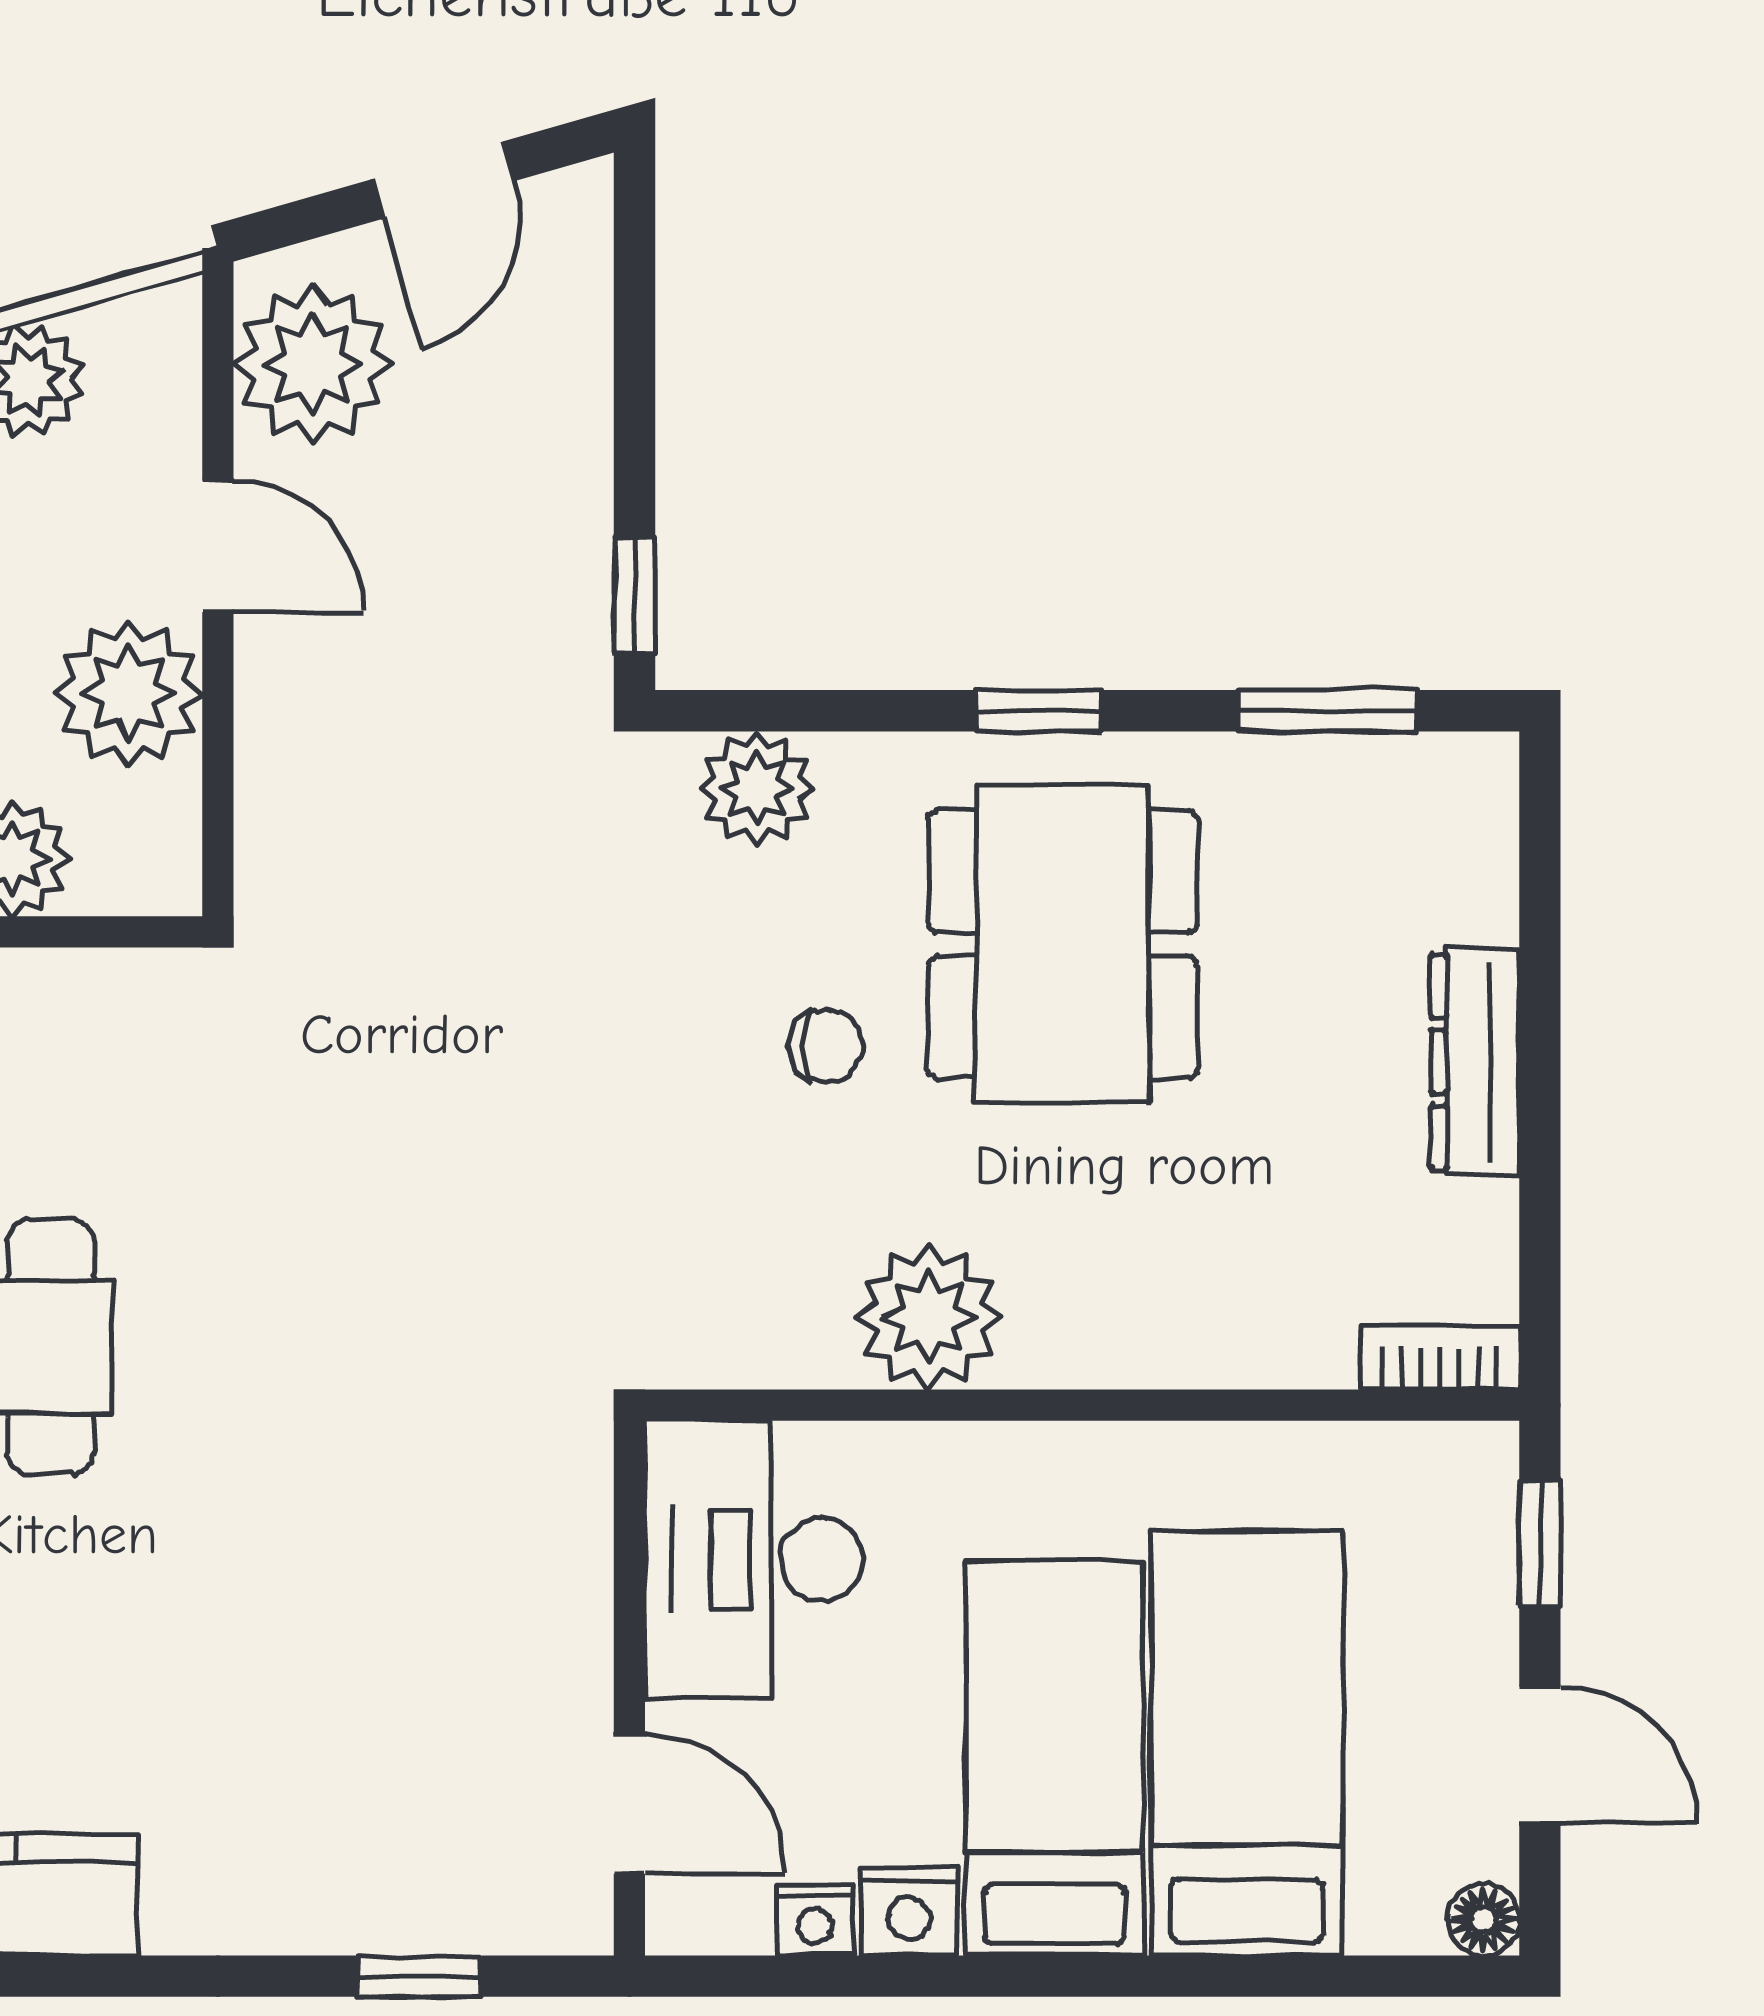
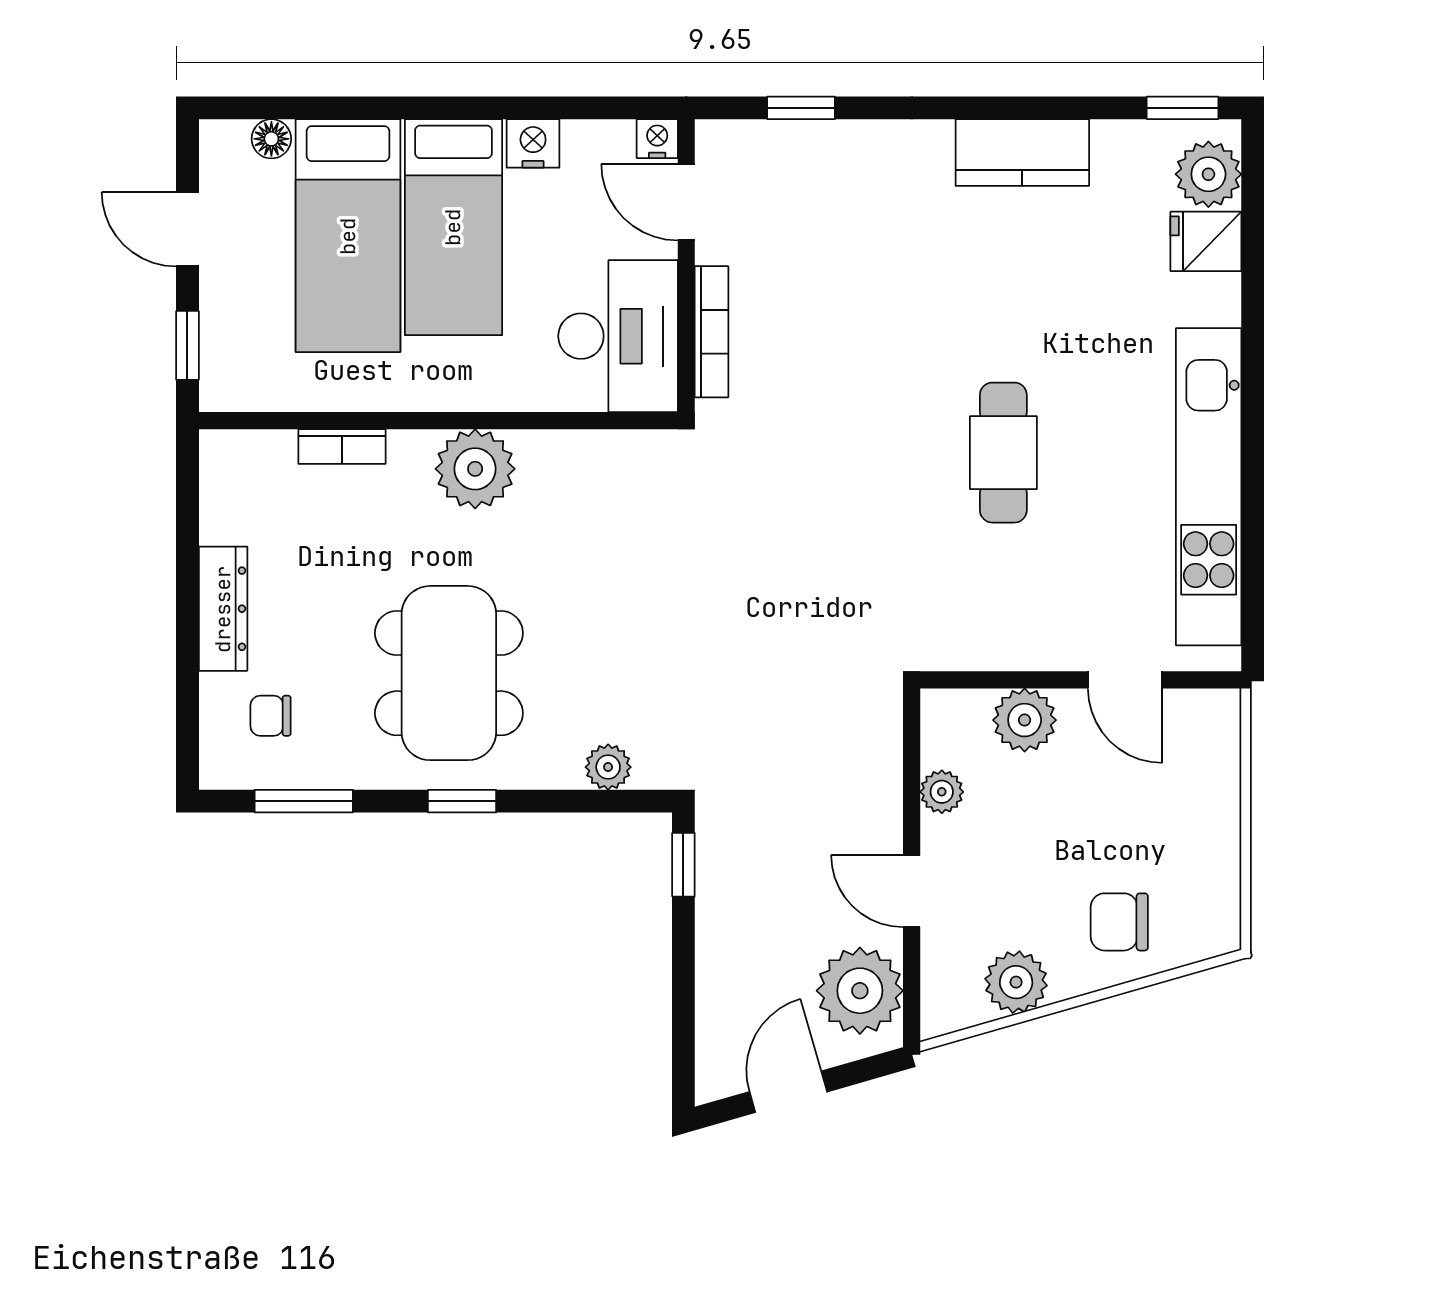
plant: (129, 693) -> (942, 792), width x0.53, depth x0.53
plant: (757, 789) -> (608, 767), width x0.73, depth x0.73
chair: (826, 1046) -> (271, 716), moved
plant: (929, 1317) -> (475, 469), moved
bookcase: (1440, 1358) -> (342, 447), moved
bookcase: (583, 1567) -> (711, 332), added
nightstand: (815, 1920) -> (657, 139), moved
floor lamp: (1483, 1920) -> (271, 139), moved

